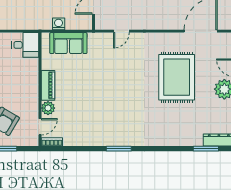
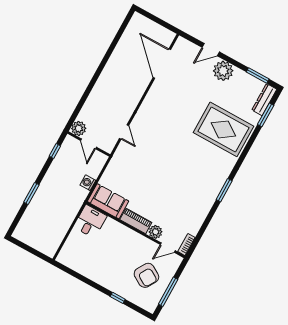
sofa: (68, 43) -> (108, 201), moved, turned -90
rug: (177, 77) -> (223, 129), moved
door: (40, 127) -> (168, 248), swing flipped

